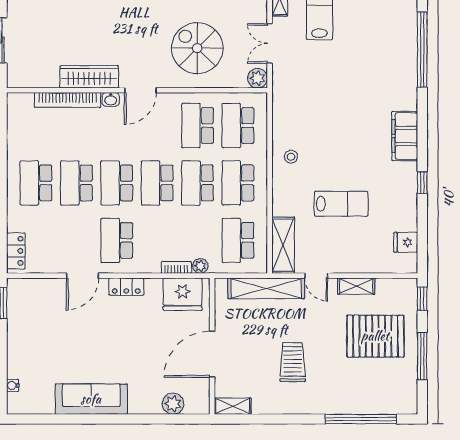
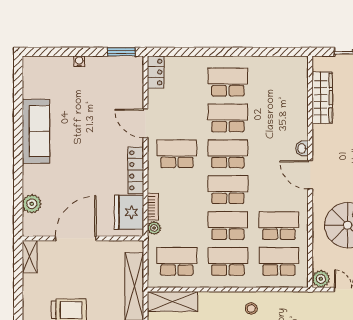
wardrobe: (89, 77) -> (322, 98), moved
bookcase: (68, 100) -> (302, 110), removed
locker: (16, 251) -> (156, 72), moved, turned -90
locker: (126, 287) -> (136, 170), width x1.53
door: (212, 354) -> (76, 238), hinge flipped
water cooler: (13, 385) -> (79, 61), moved

